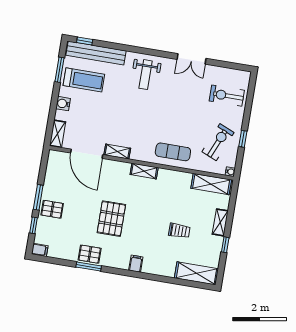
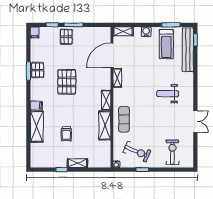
double door: (192, 59) -> (195, 122), swing flipped
weight bench: (146, 75) -> (168, 94), moved
shelving: (211, 184) -> (105, 125), moved
pallet: (111, 219) -> (67, 82), turned 90
shelving: (196, 273) -> (37, 127), moved

